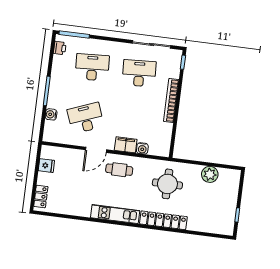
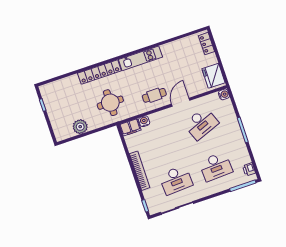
water cooler: (51, 114) -> (224, 94), moved
filing cabinet: (126, 145) -> (130, 127), moved
fridge: (46, 166) -> (213, 76), width x1.88, depth x1.34

